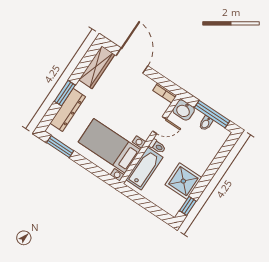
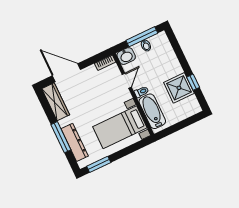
window: (65, 93) -> (61, 137), width x1.44
window: (188, 206) -> (193, 82), moved

